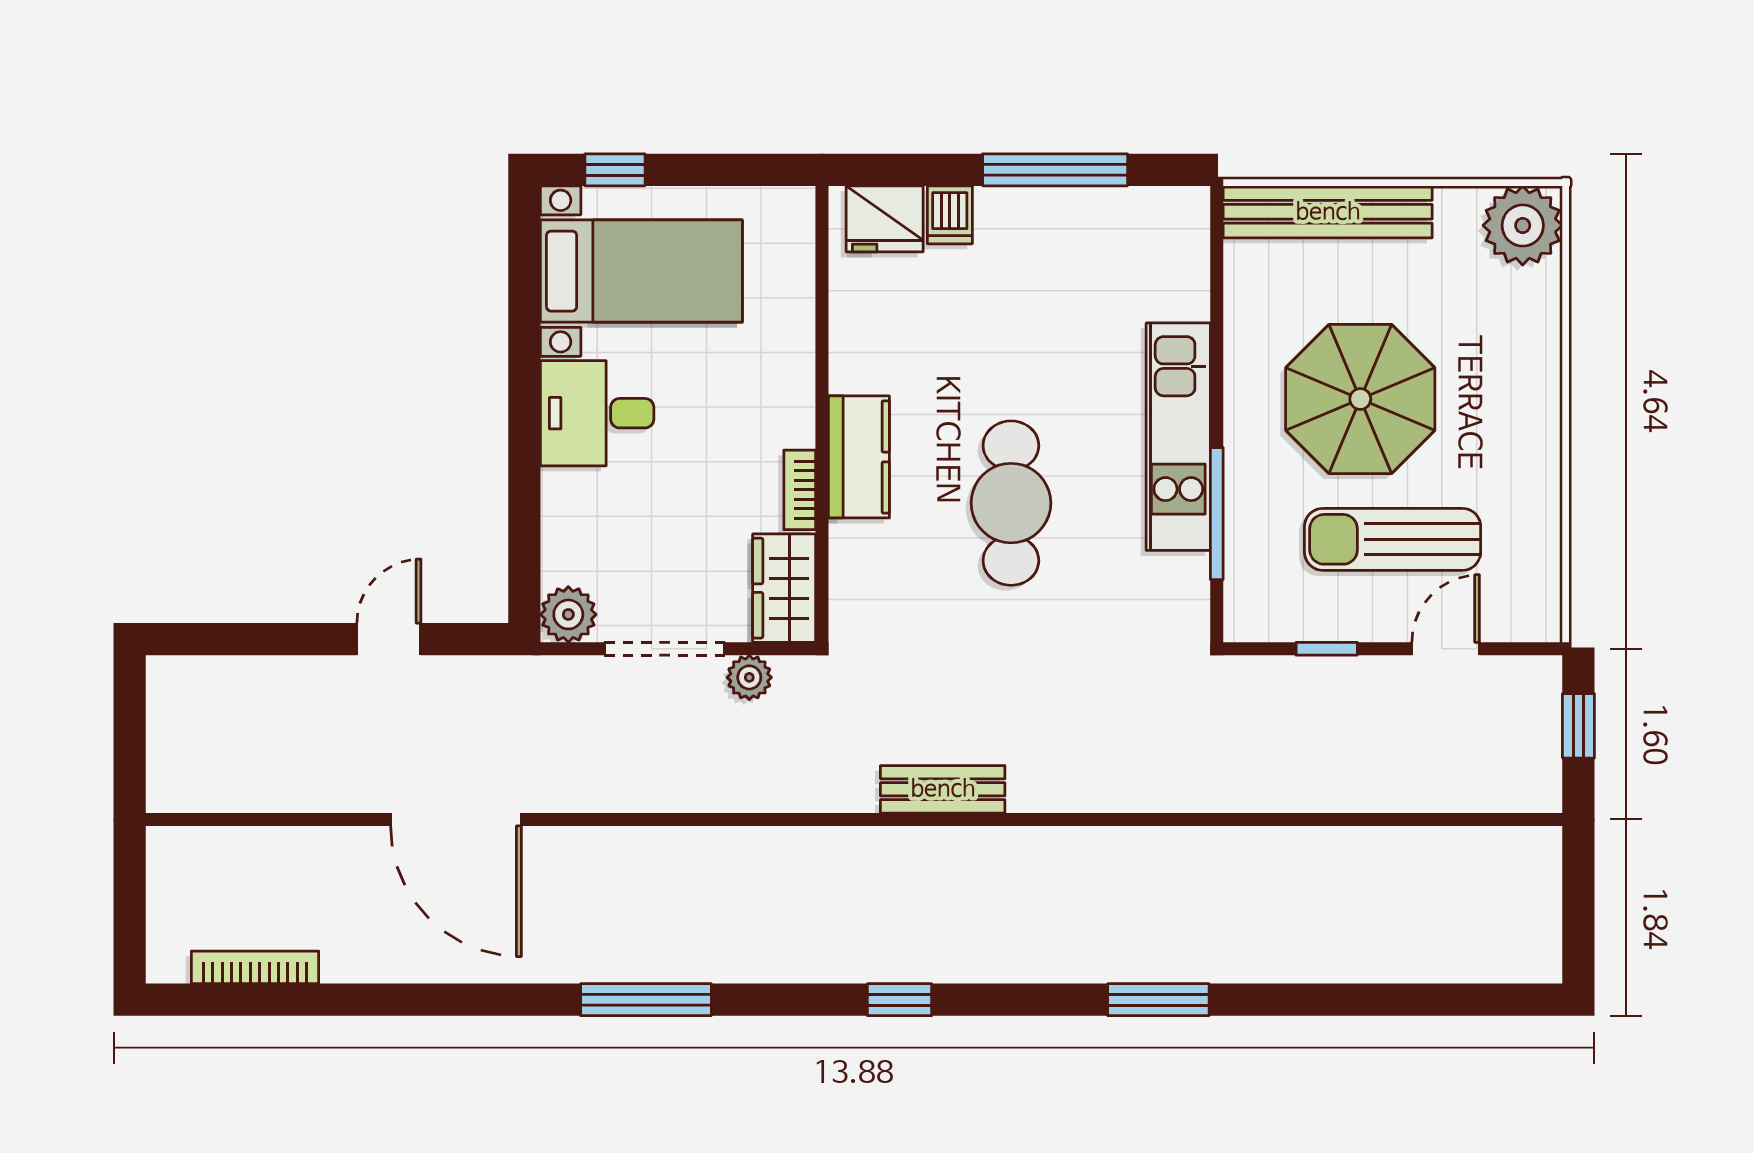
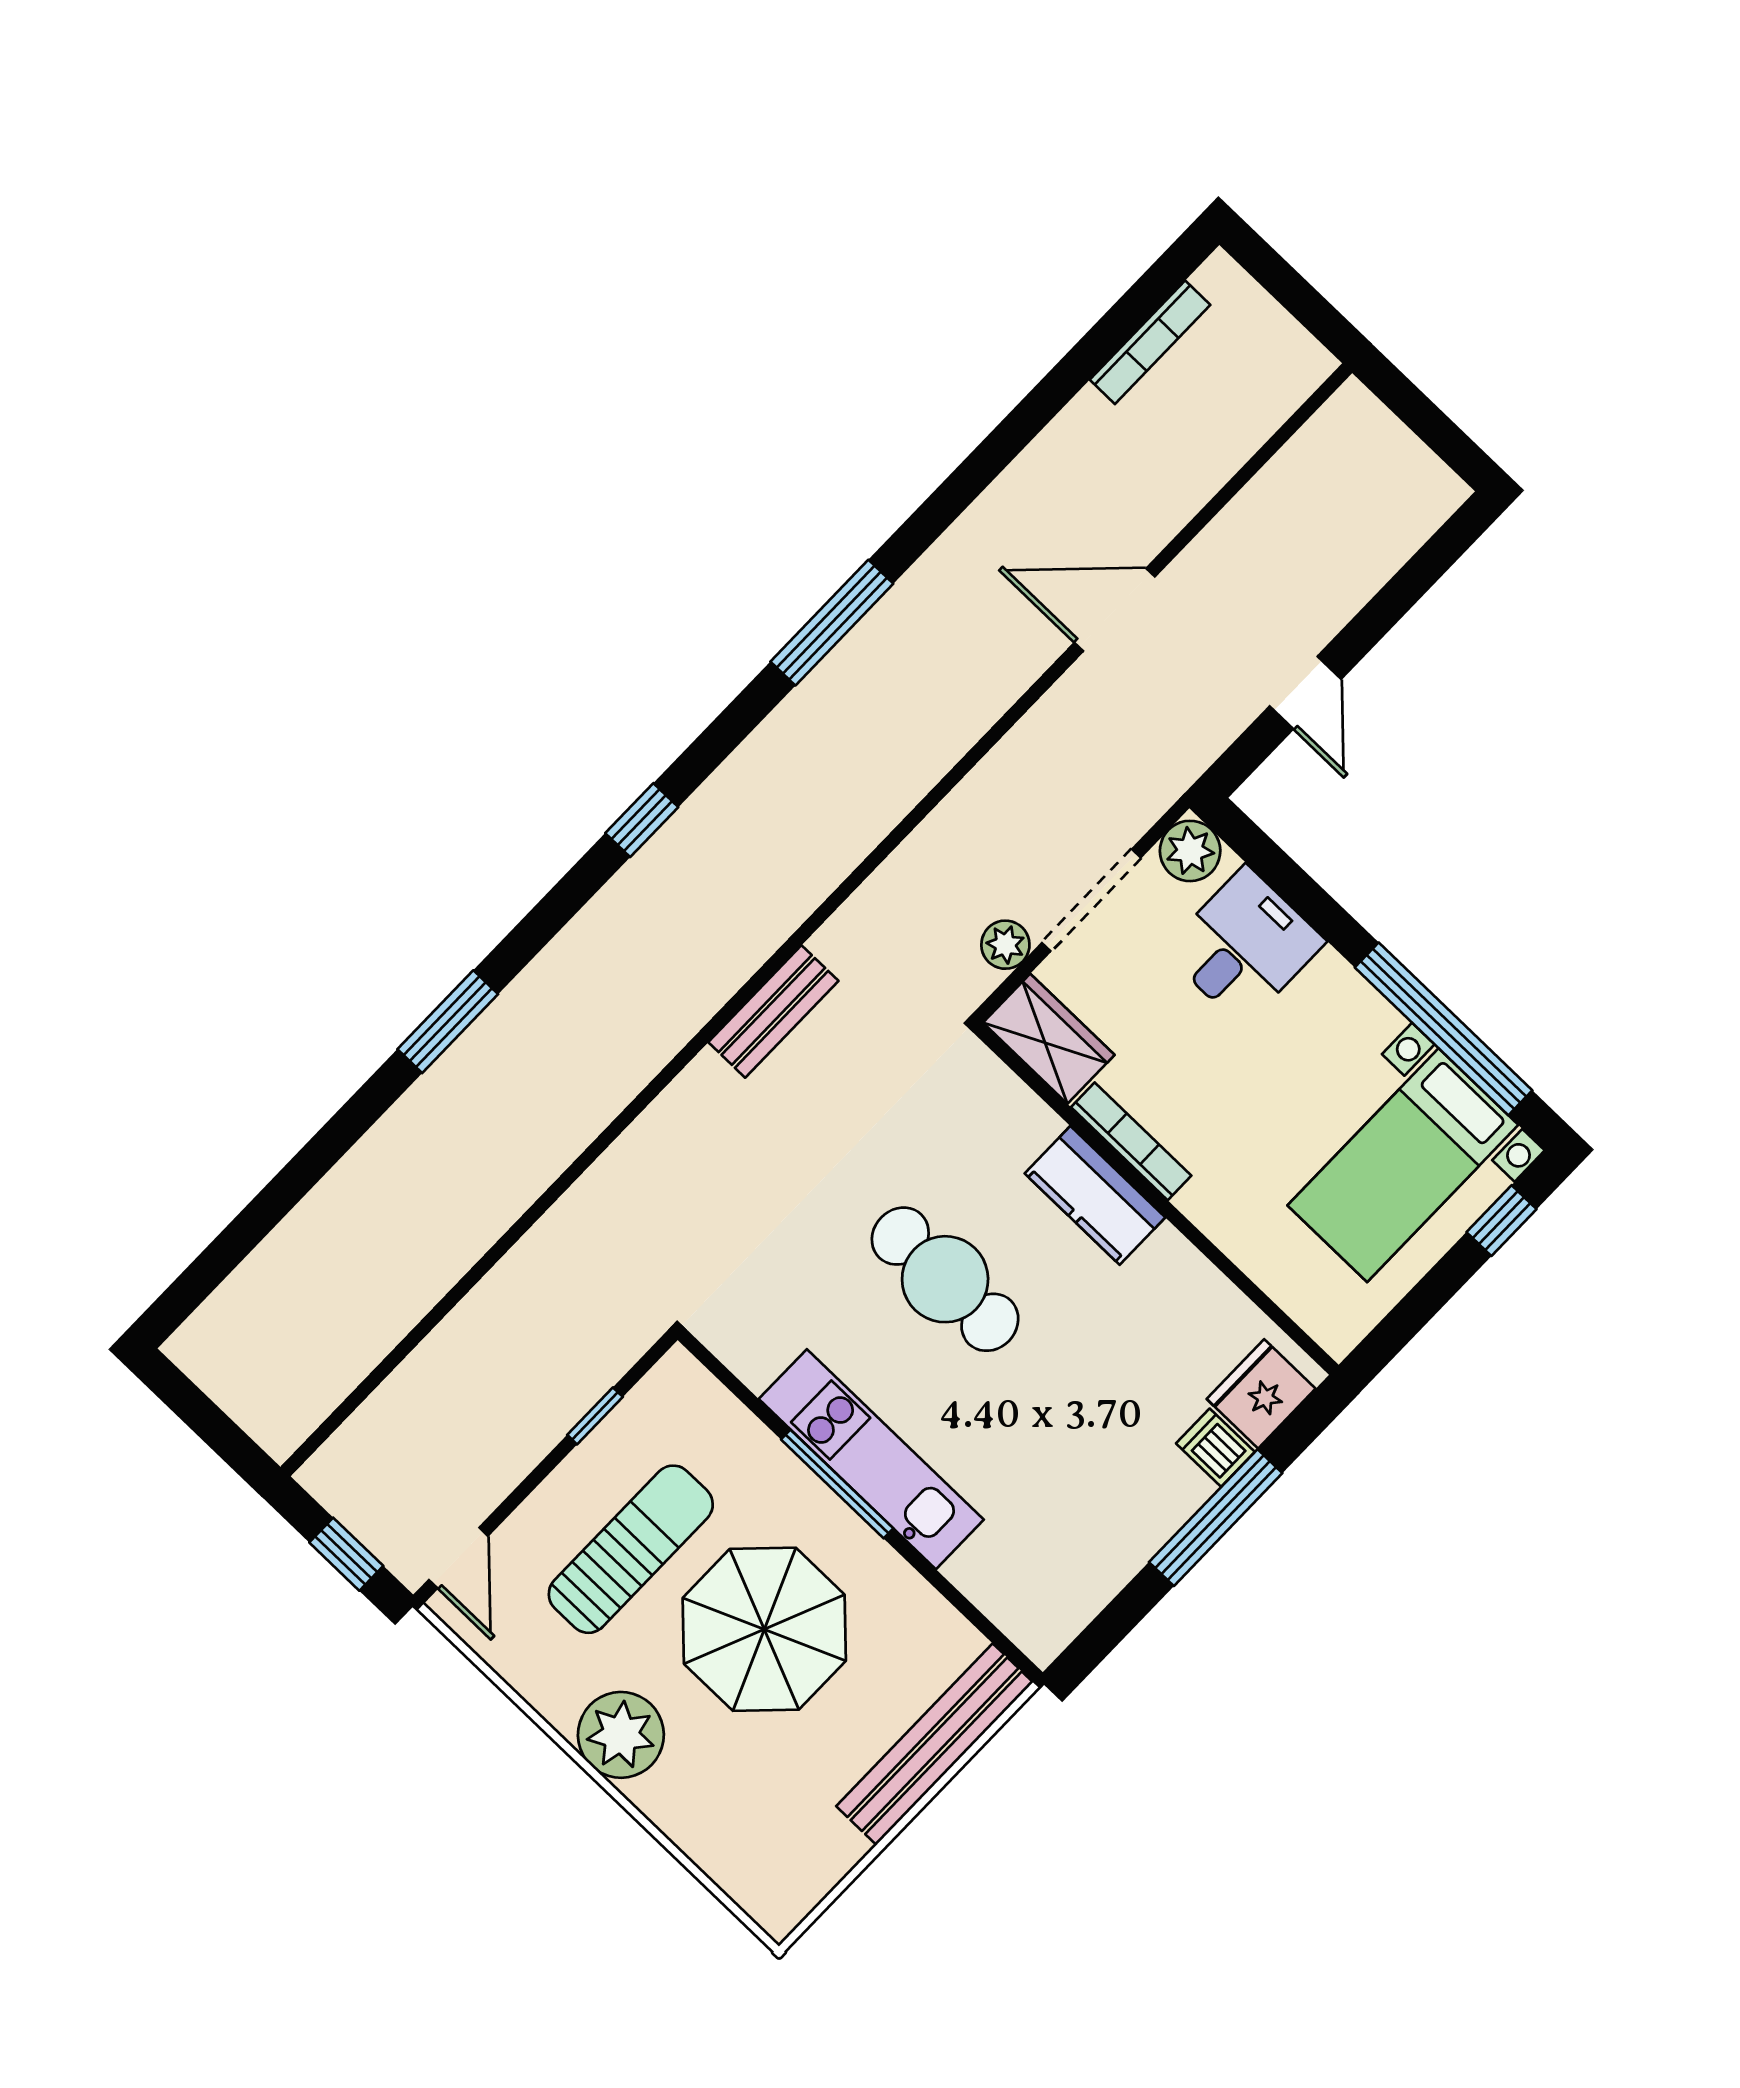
window: (1055, 170) -> (1216, 1518), moved
plant: (1523, 225) -> (621, 1735), moved
window: (524, 331) -> (1444, 1029), added
desk: (597, 413) -> (1244, 946), moved
bookcase: (800, 490) -> (1131, 1141), width x1.56
window: (1217, 514) -> (837, 1484), moved
door: (1446, 649) -> (458, 1558), moved
door: (456, 819) -> (1115, 610), width x0.73

